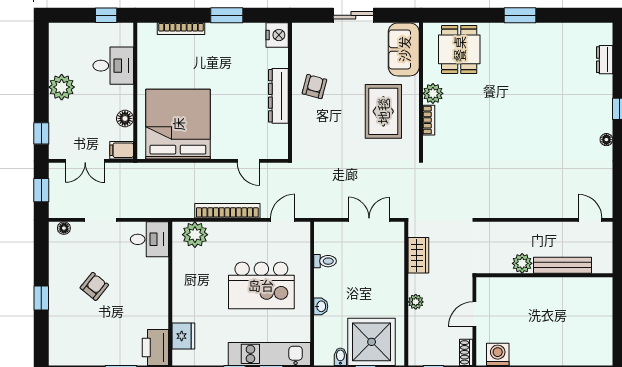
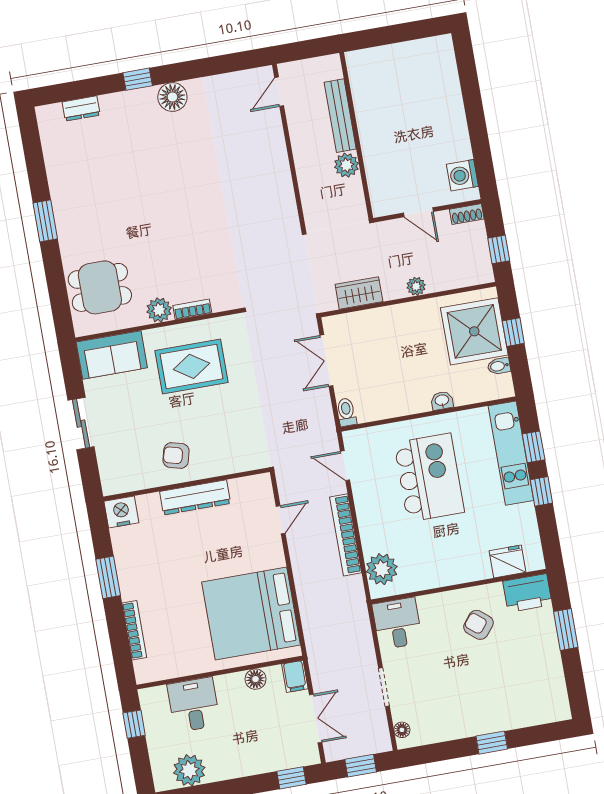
plant: (62, 87) -> (189, 770), moved
floor lamp: (606, 140) -> (172, 97), width x1.89, depth x1.89
toilet: (325, 261) -> (346, 412), moved
armchair: (94, 286) -> (478, 625), moved

